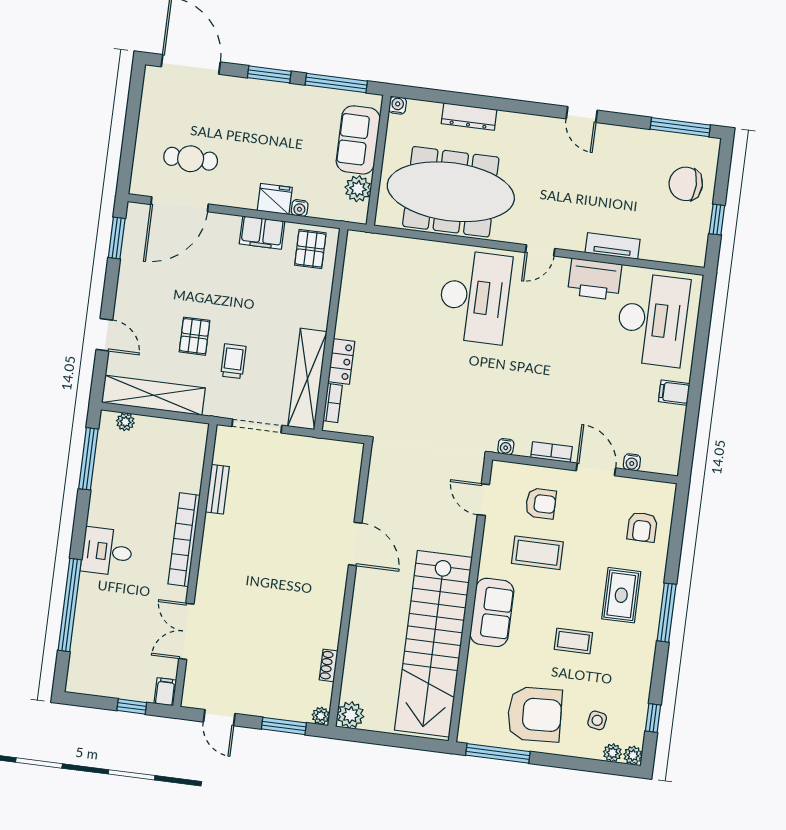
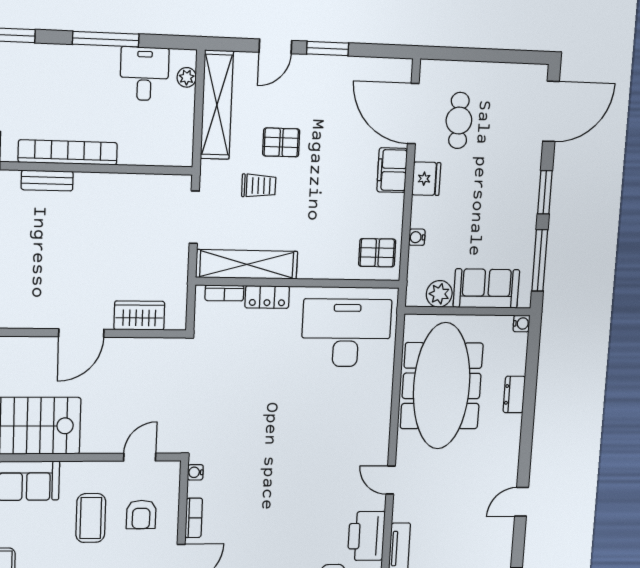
dresser: (469, 117) -> (514, 394), width x0.70
fridge: (275, 199) -> (426, 179), moved
filing cabinet: (262, 233) -> (392, 170), moved
window: (117, 238) -> (328, 49), moved
desk: (475, 297) -> (346, 333), moved, turned 180
window: (88, 459) -> (106, 39), moved
wardrobe: (345, 487) -> (139, 316), added
bench: (217, 489) -> (47, 181), moved
desk: (107, 552) -> (144, 74), moved

